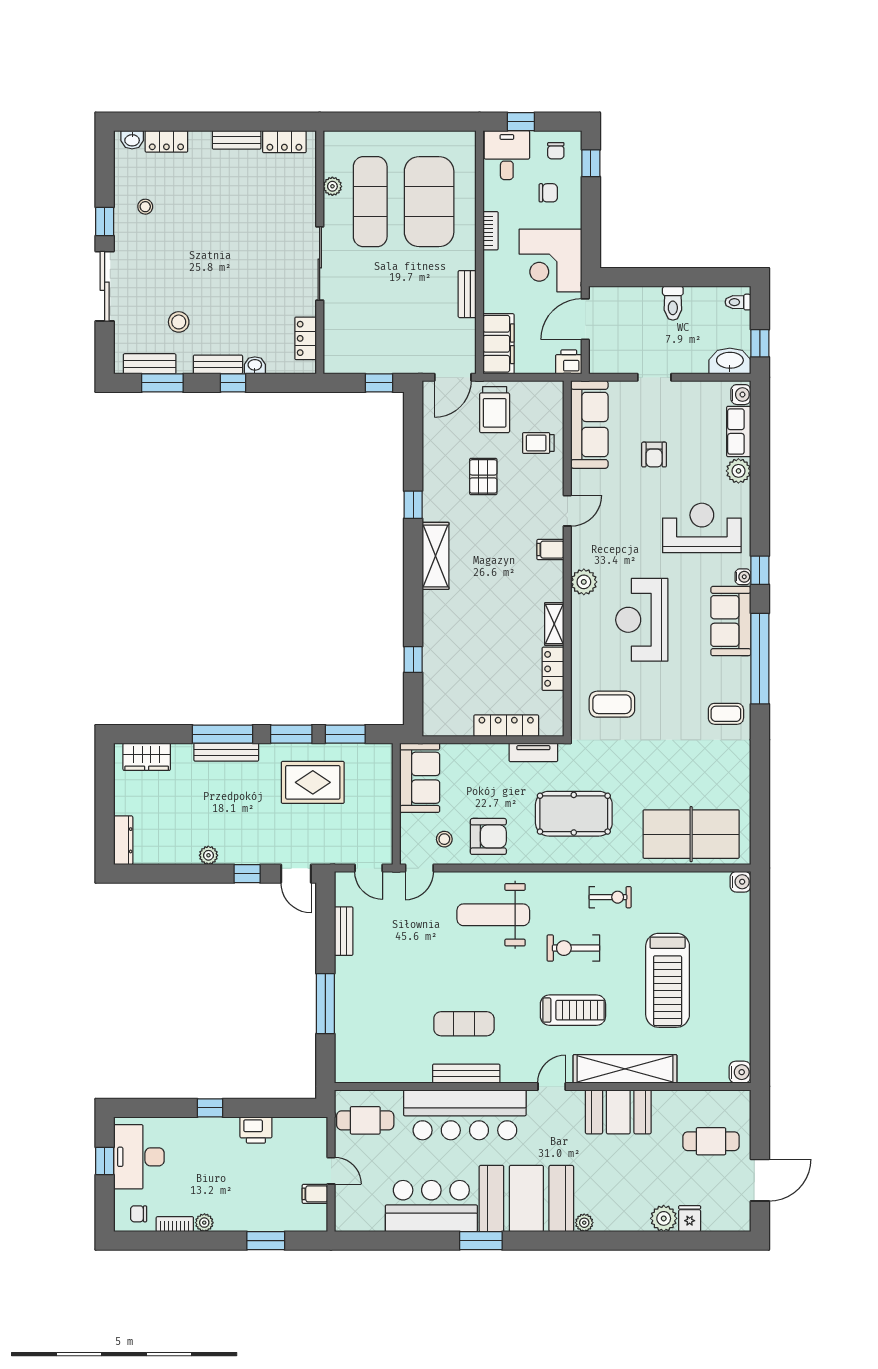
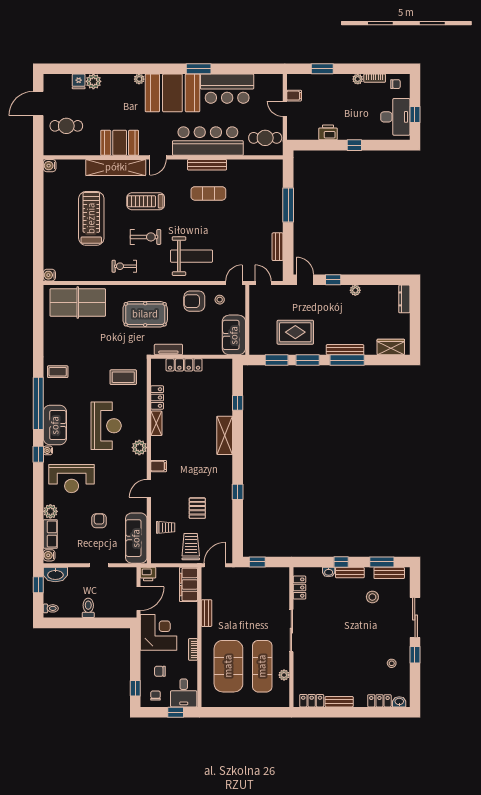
shelving: (436, 556) -> (225, 435), moved

